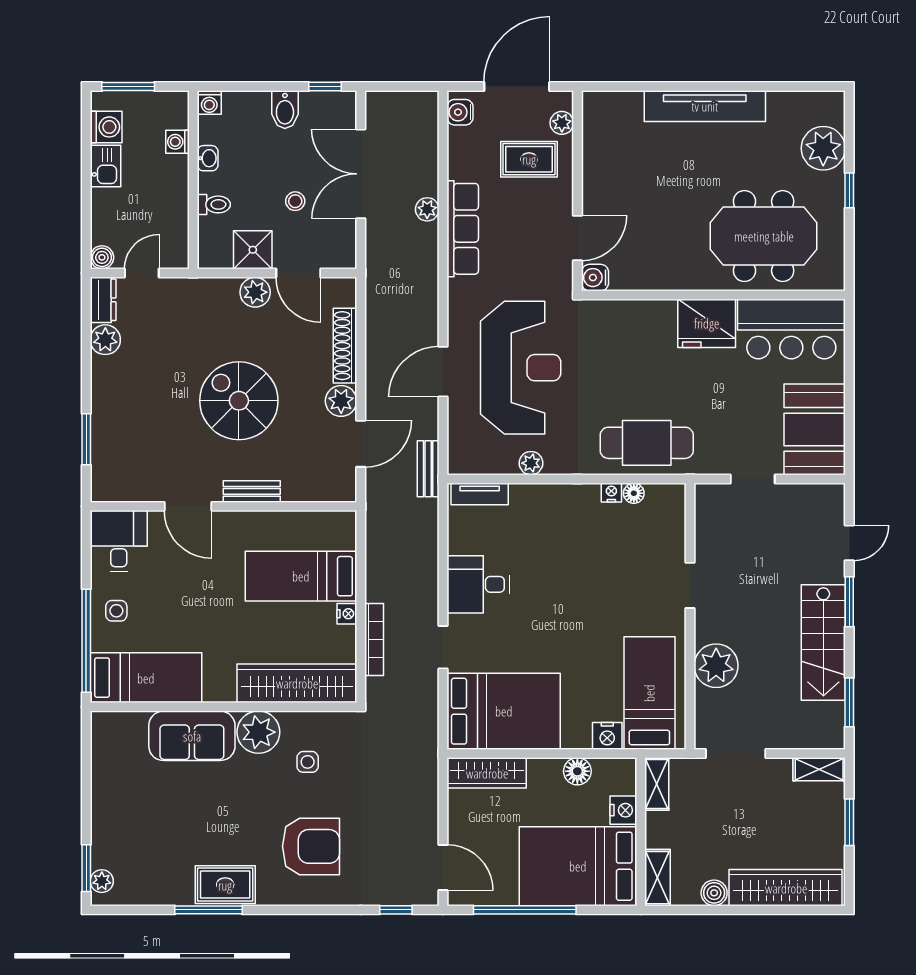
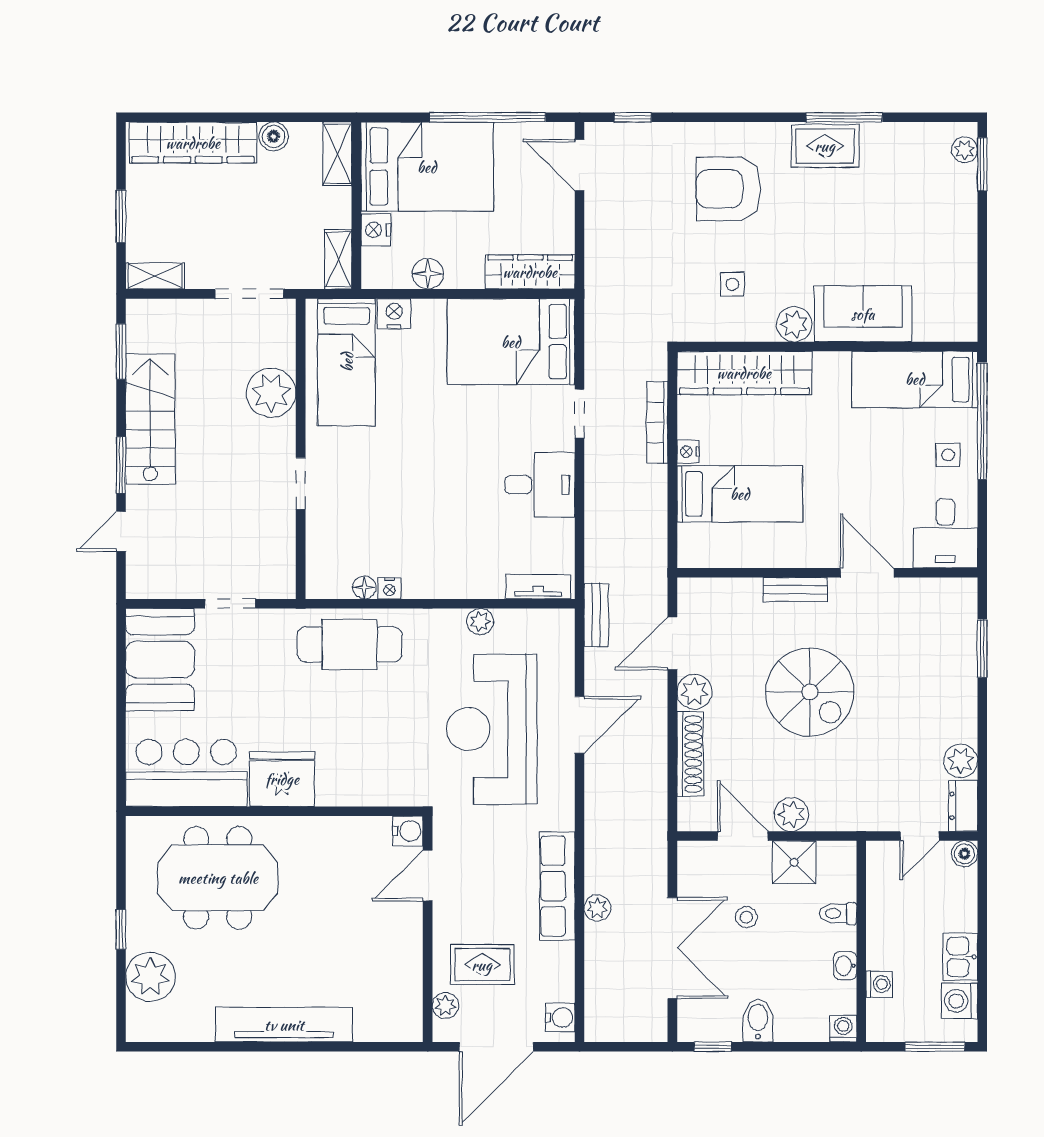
plant: (258, 732) -> (794, 324), width x0.73, depth x0.73

